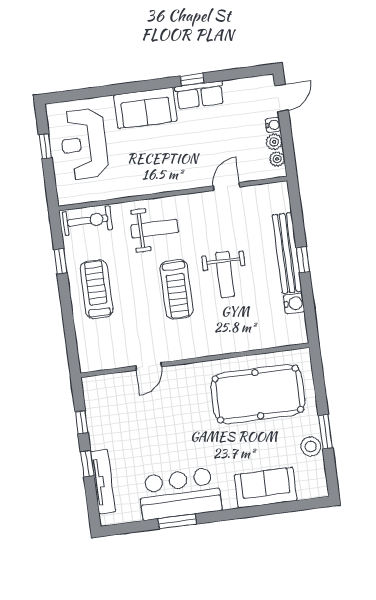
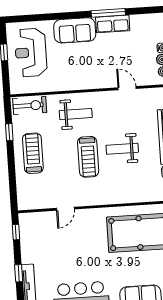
window: (192, 79) -> (108, 13), width x2.17
door: (226, 186) -> (127, 88), hinge flipped
weight bench: (225, 274) -> (122, 149), turned 90
window: (82, 422) -> (16, 232), moved

